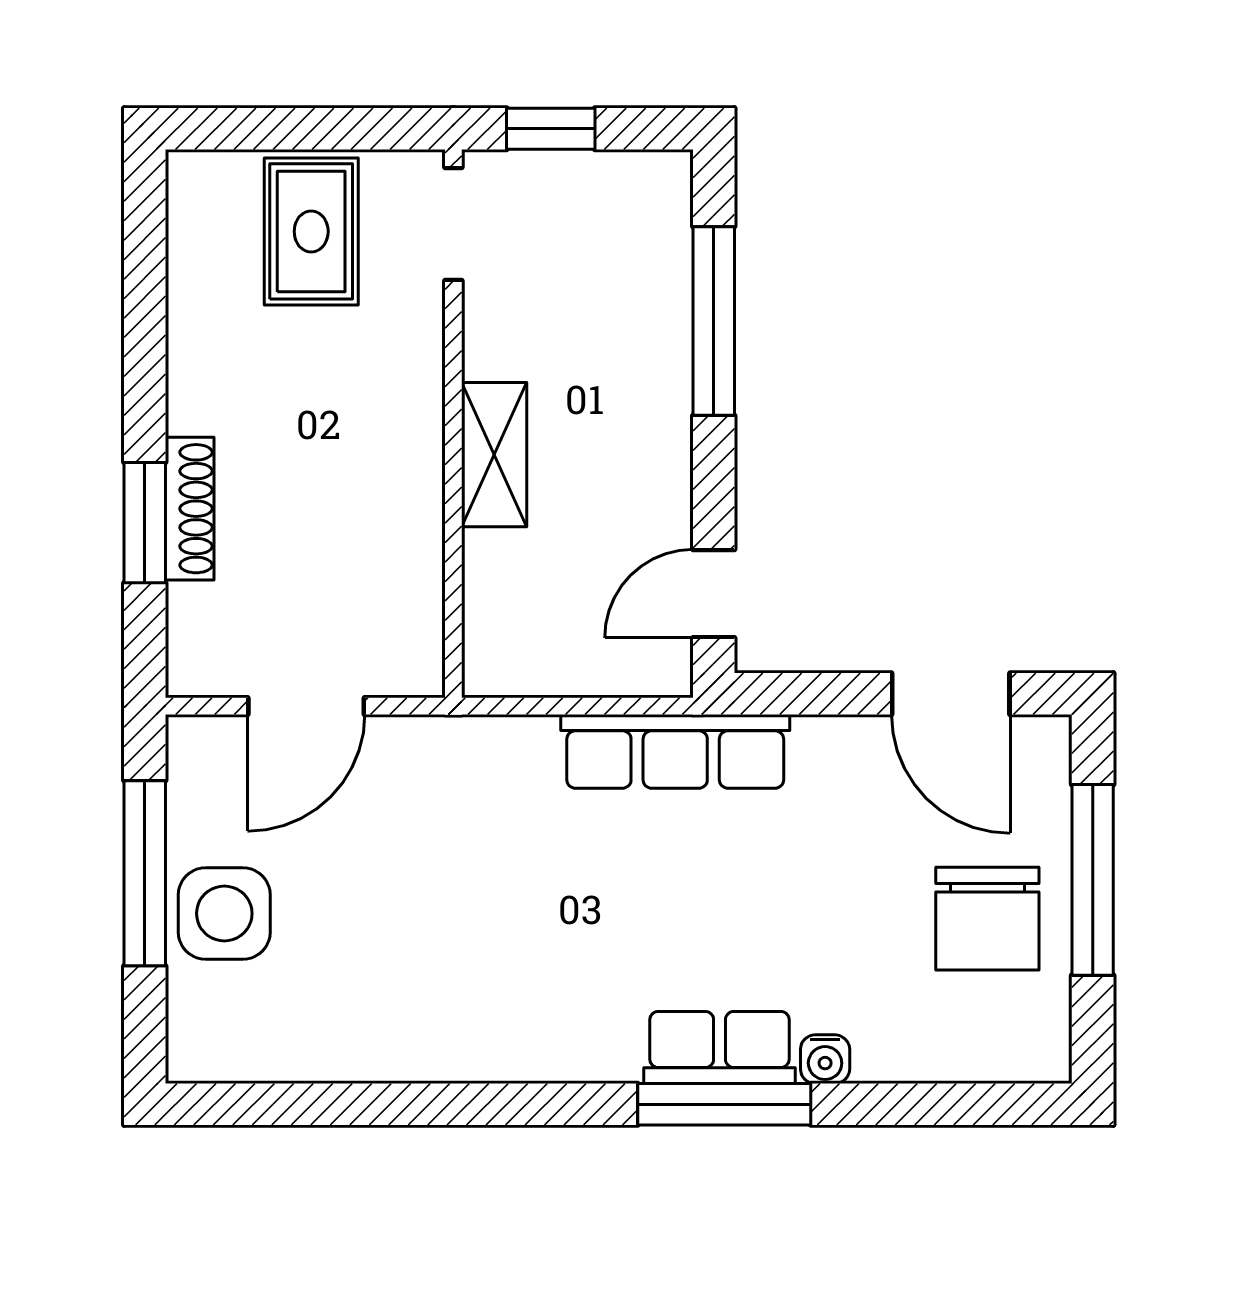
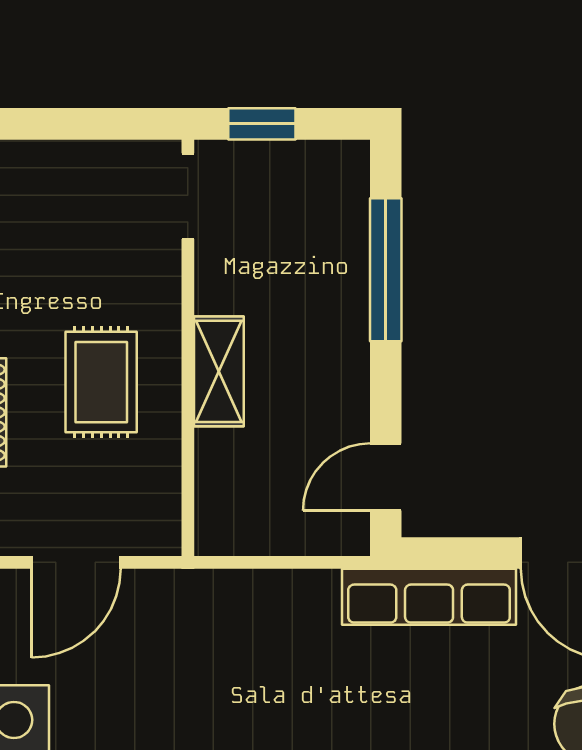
rug: (311, 231) -> (101, 382), moved
row of seats: (675, 751) -> (429, 597), moved

